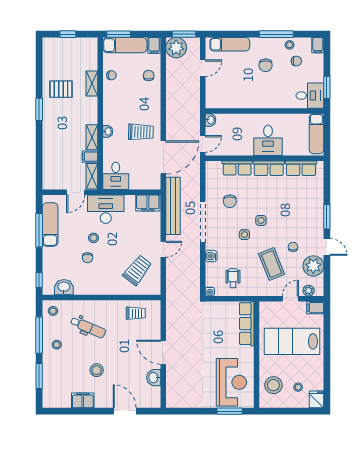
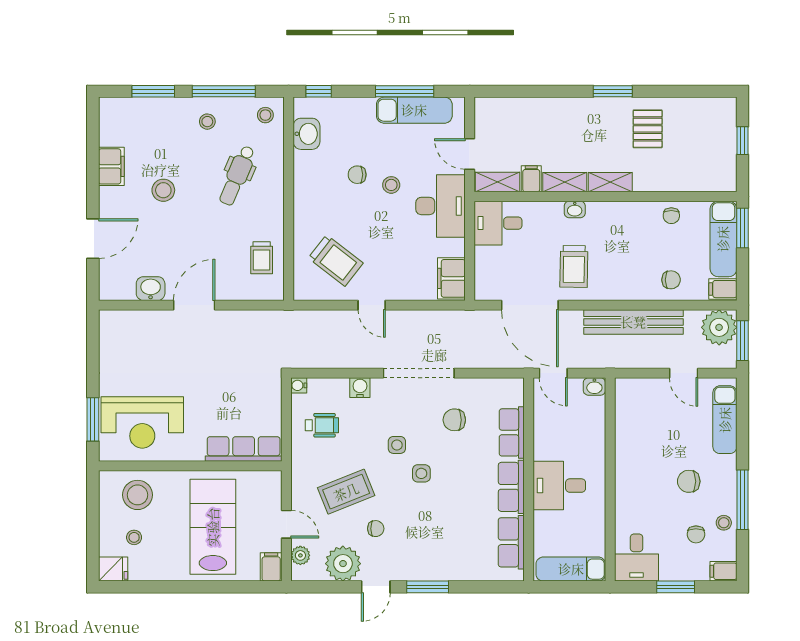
shelving: (92, 83) -> (610, 182), moved
window: (327, 87) -> (676, 587), moved
bench: (173, 206) -> (633, 322), moved

